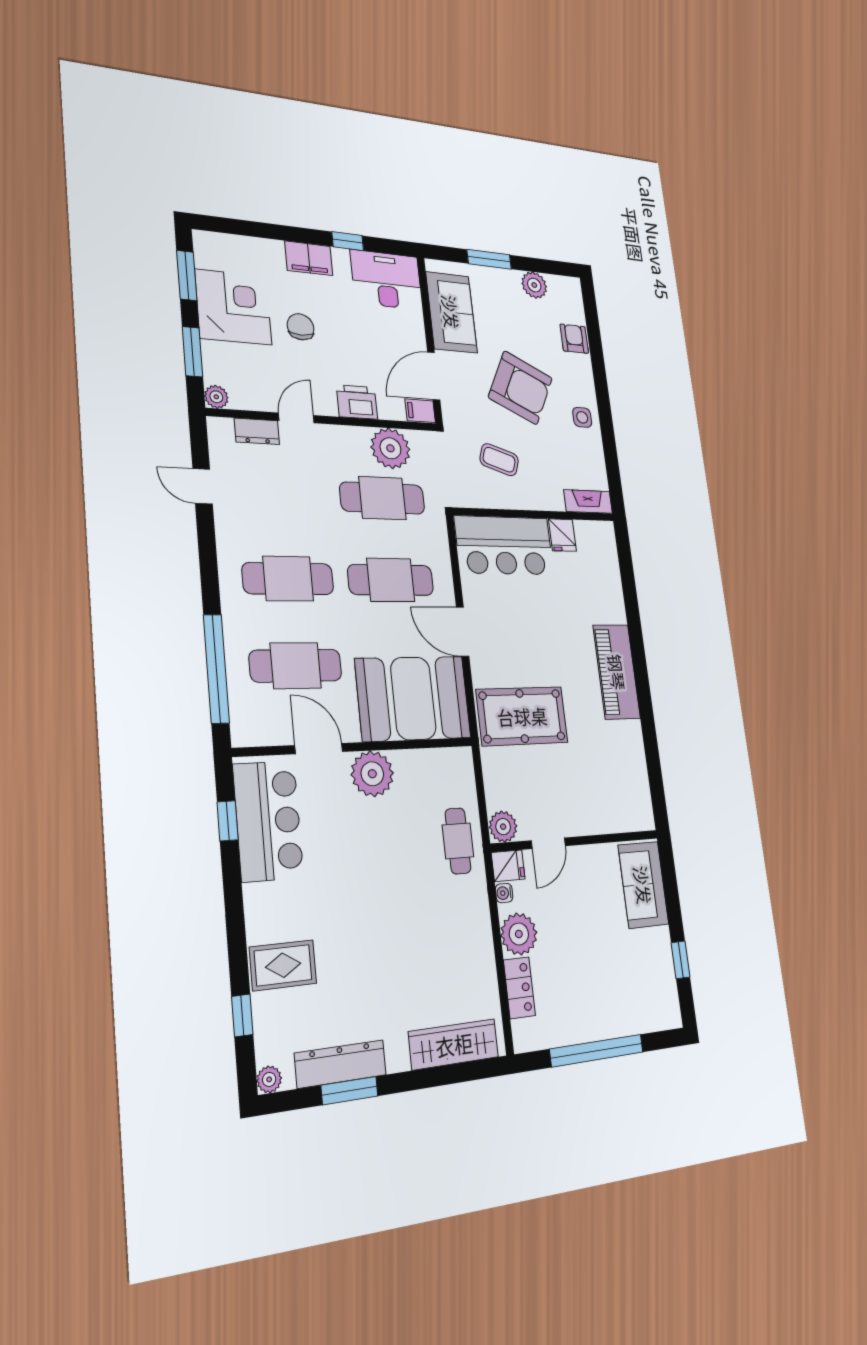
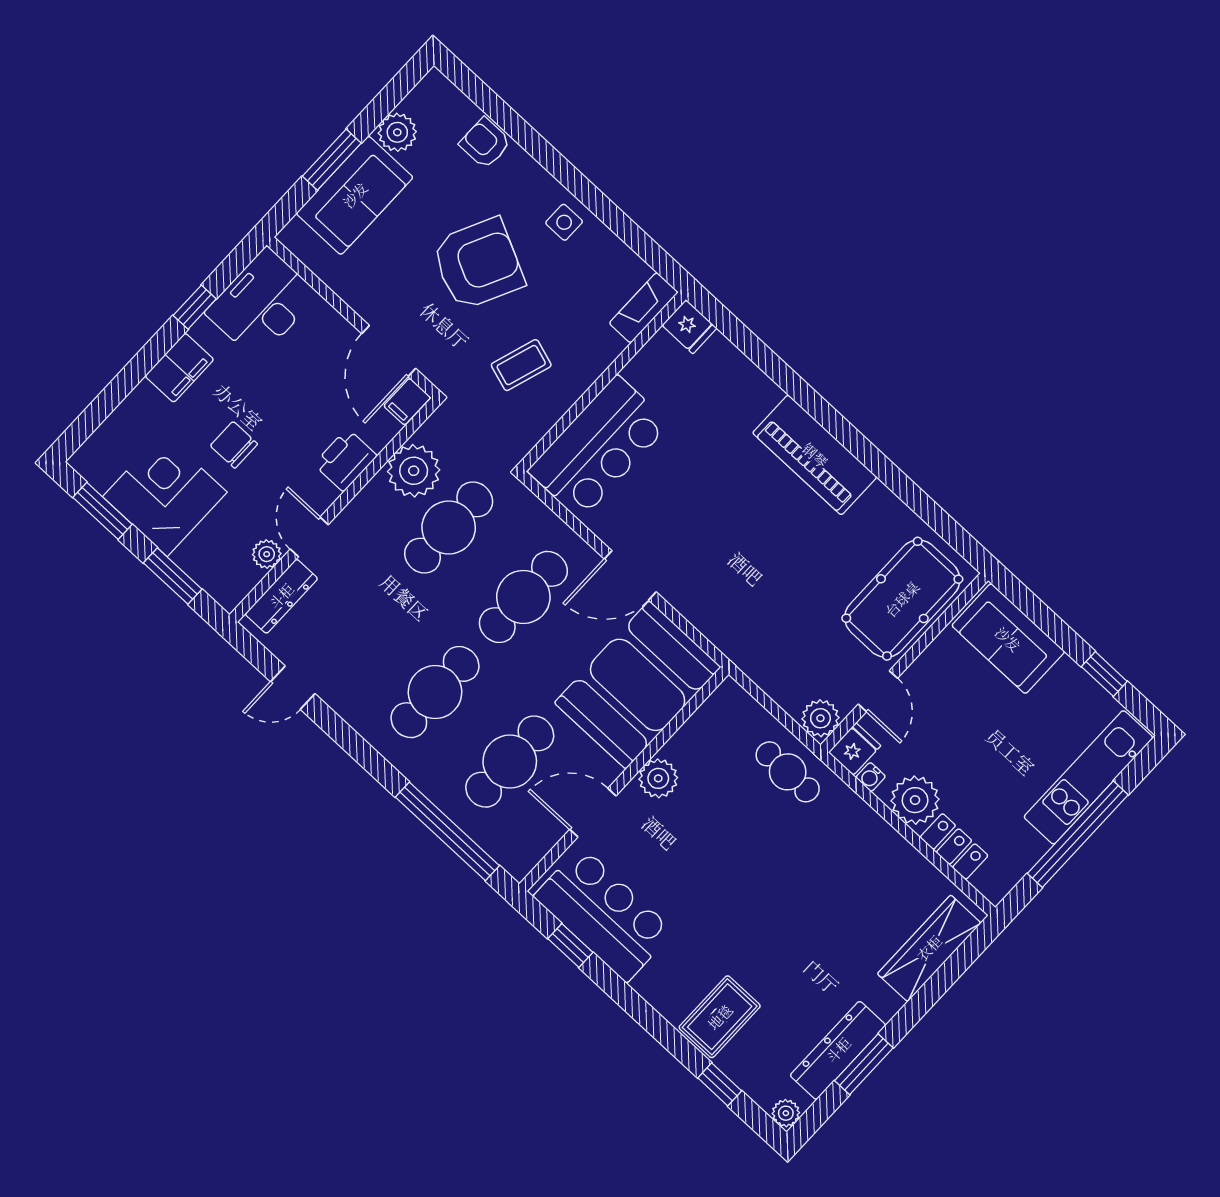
sofa: (451, 312) -> (355, 195), moved, turned 90
plant: (216, 397) -> (267, 554), moved
dresser: (257, 431) -> (281, 596), width x1.44
fridge: (562, 535) -> (689, 327), moved
pool table: (522, 716) -> (902, 599), moved
plant: (372, 774) -> (658, 778), width x0.73, depth x0.73
kitchen unit: (628, 1018) -> (1088, 777), added

